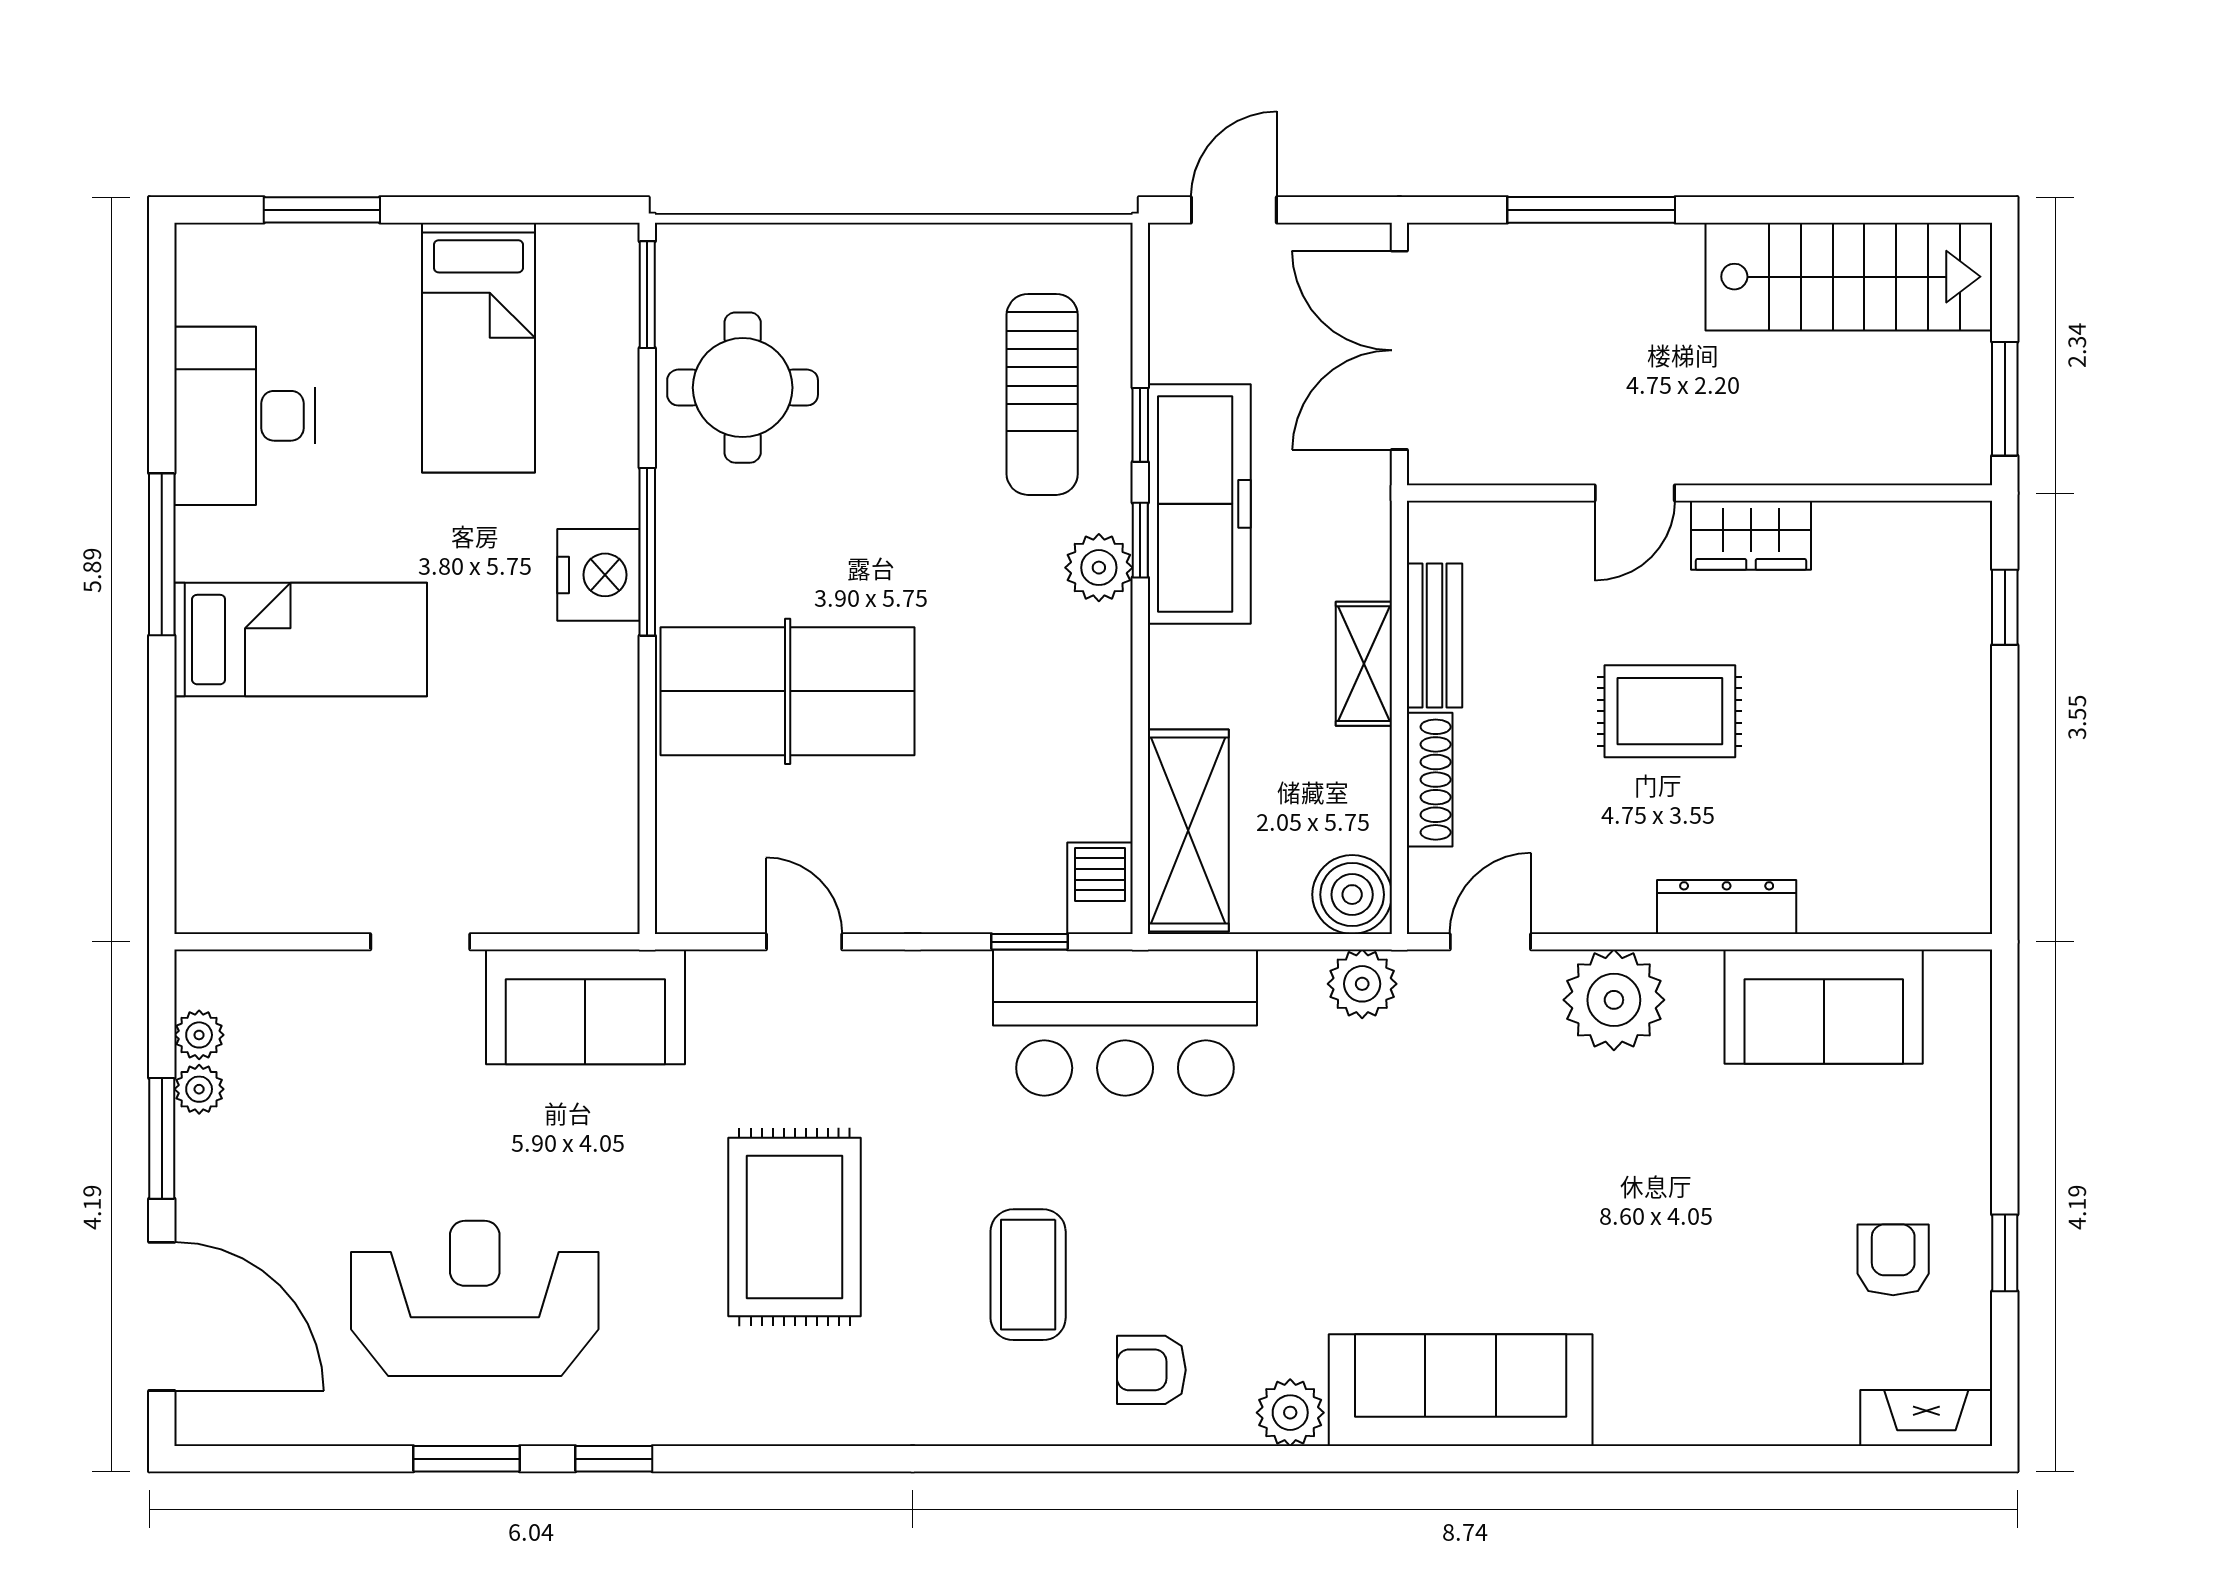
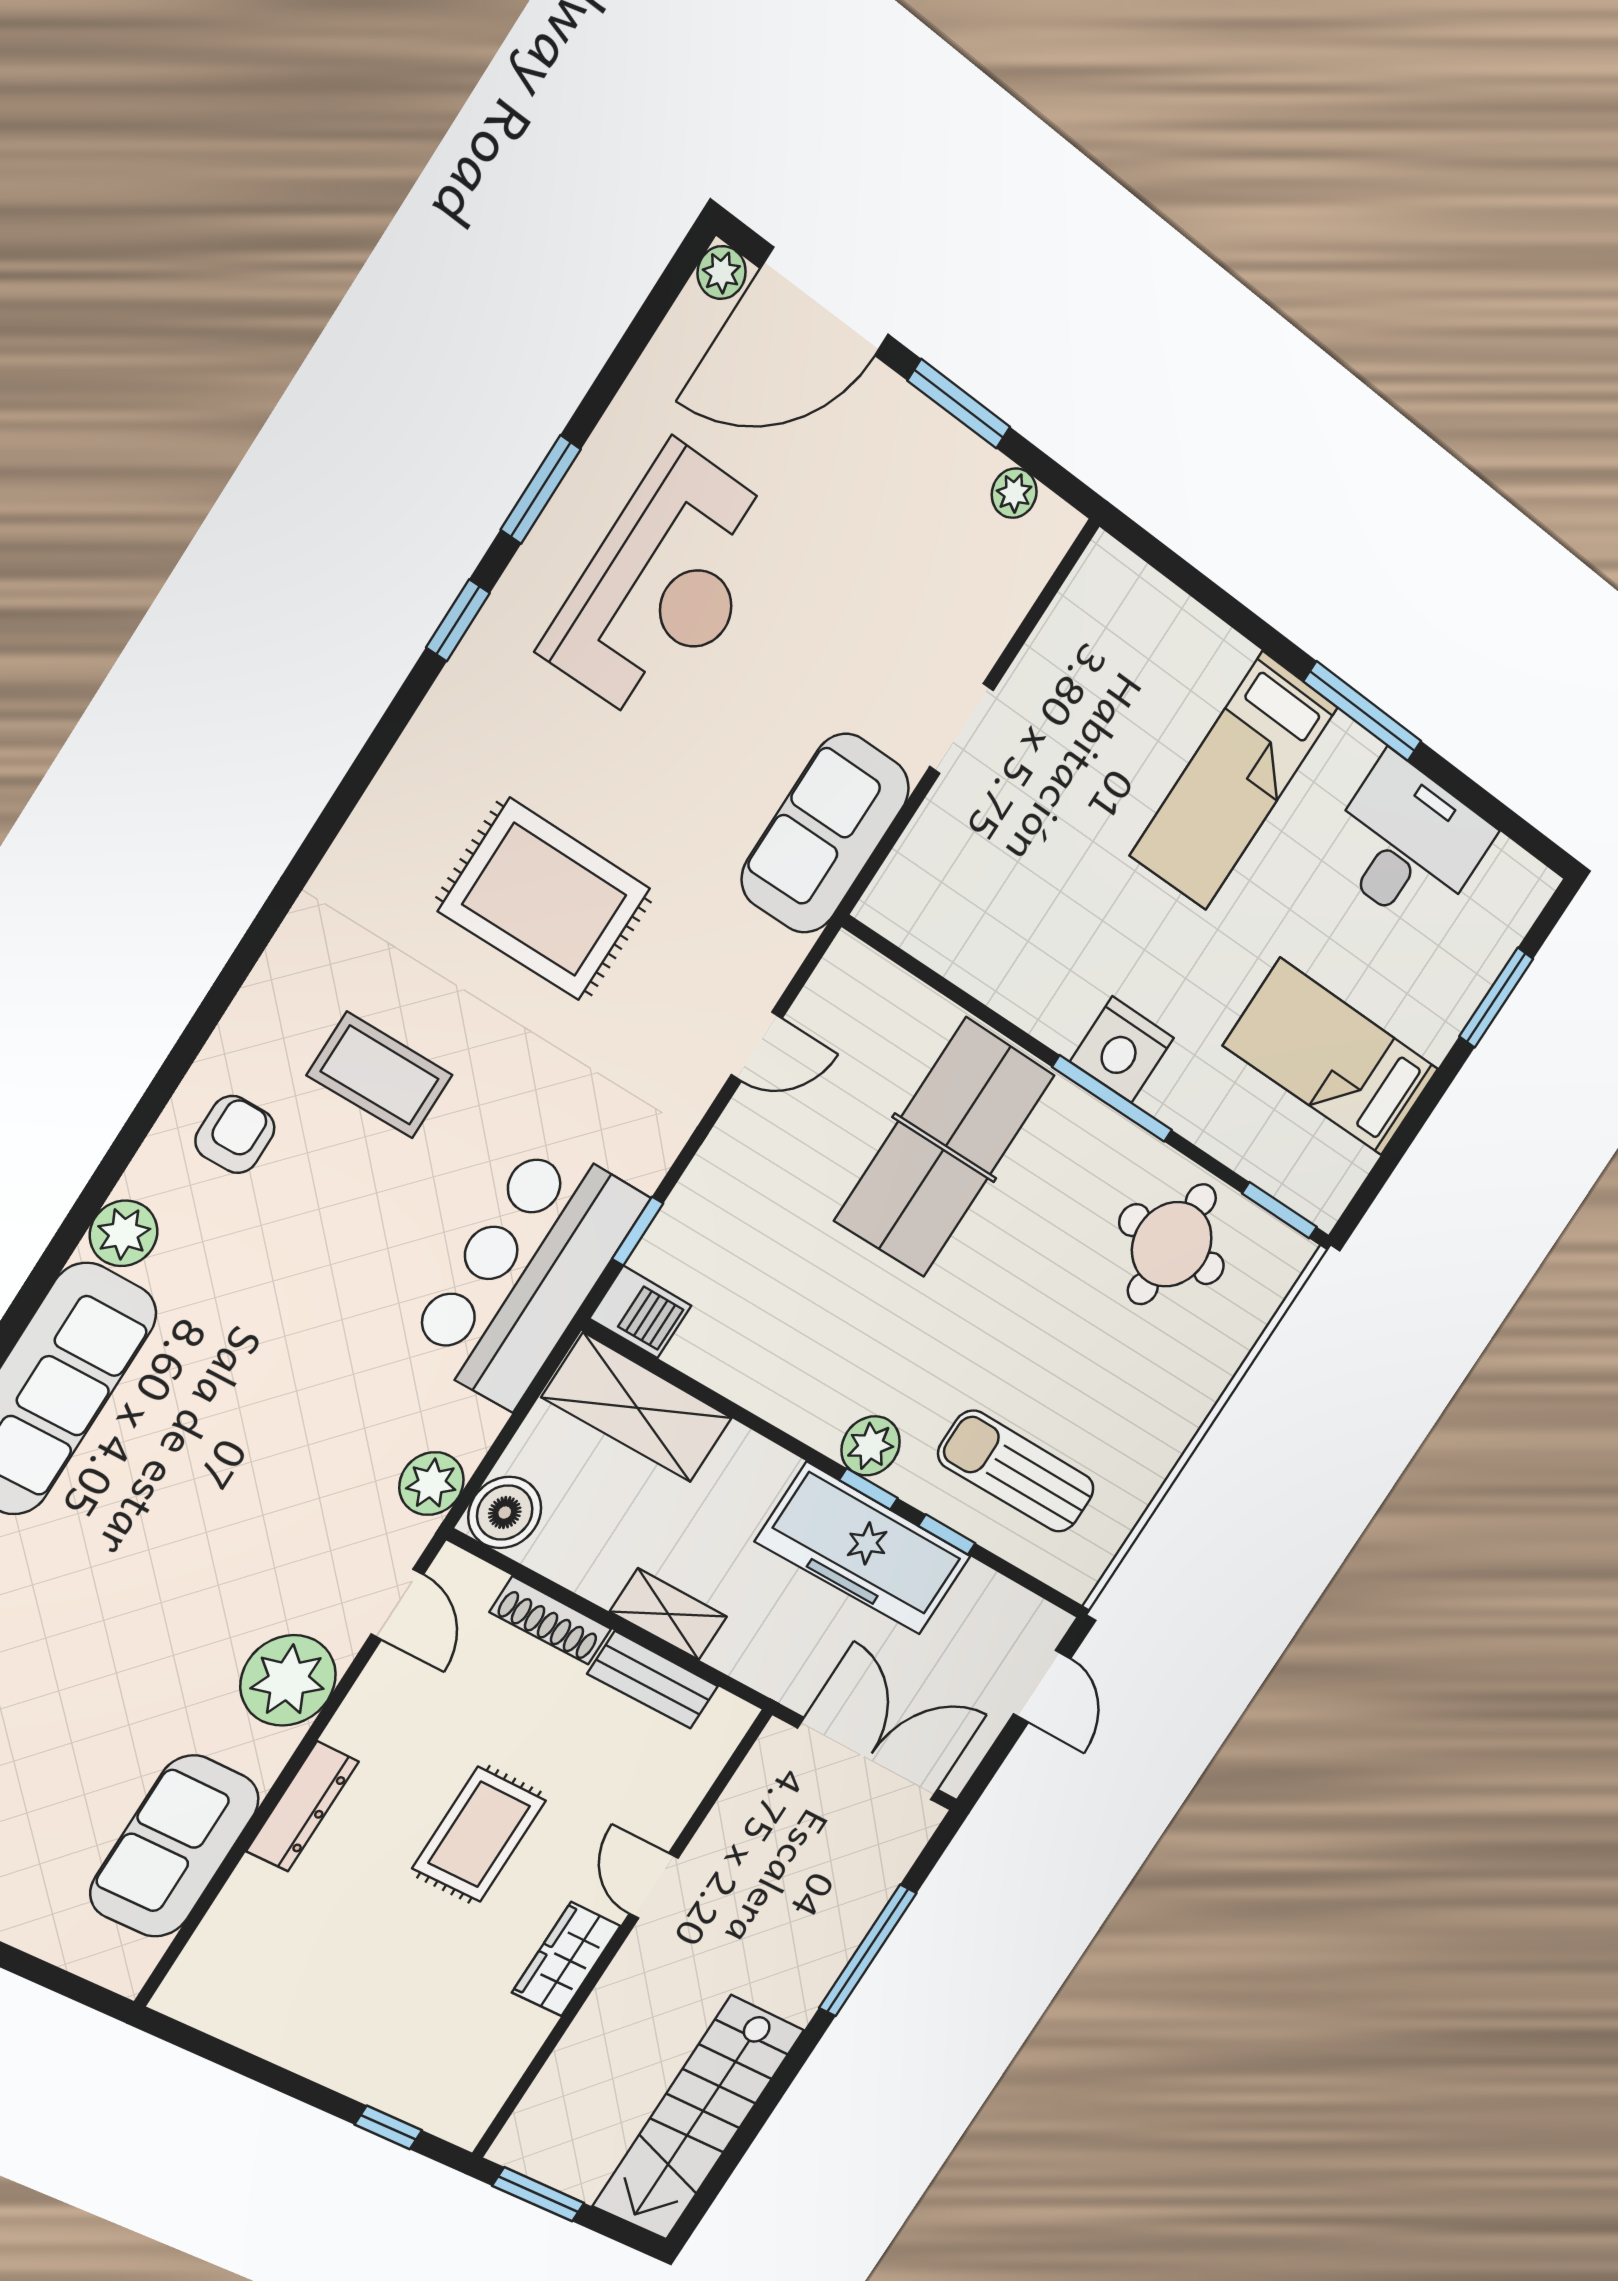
plant: (199, 1089) -> (722, 273), moved

